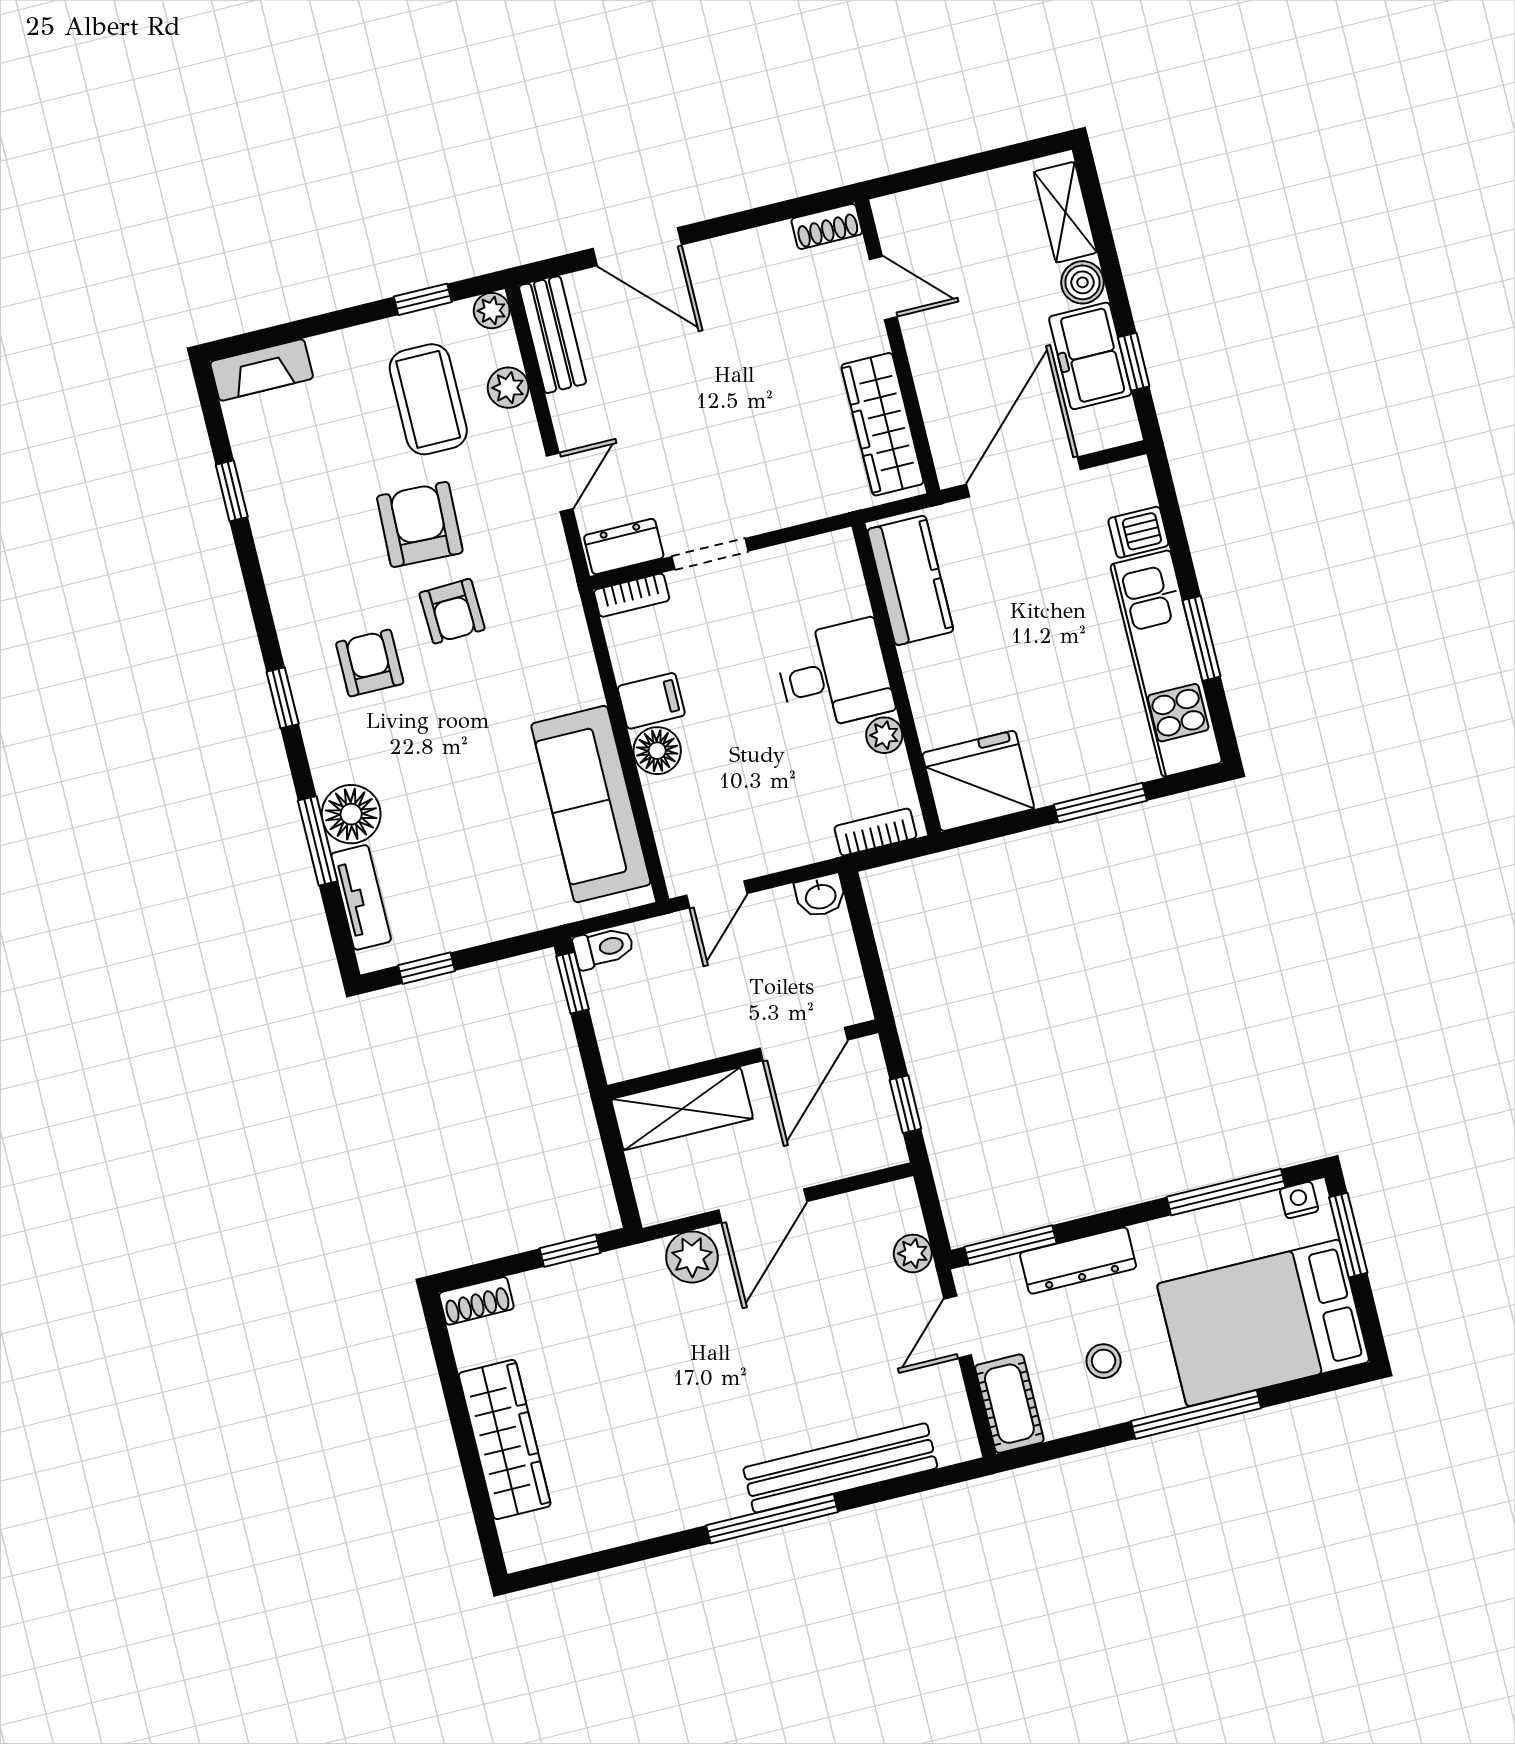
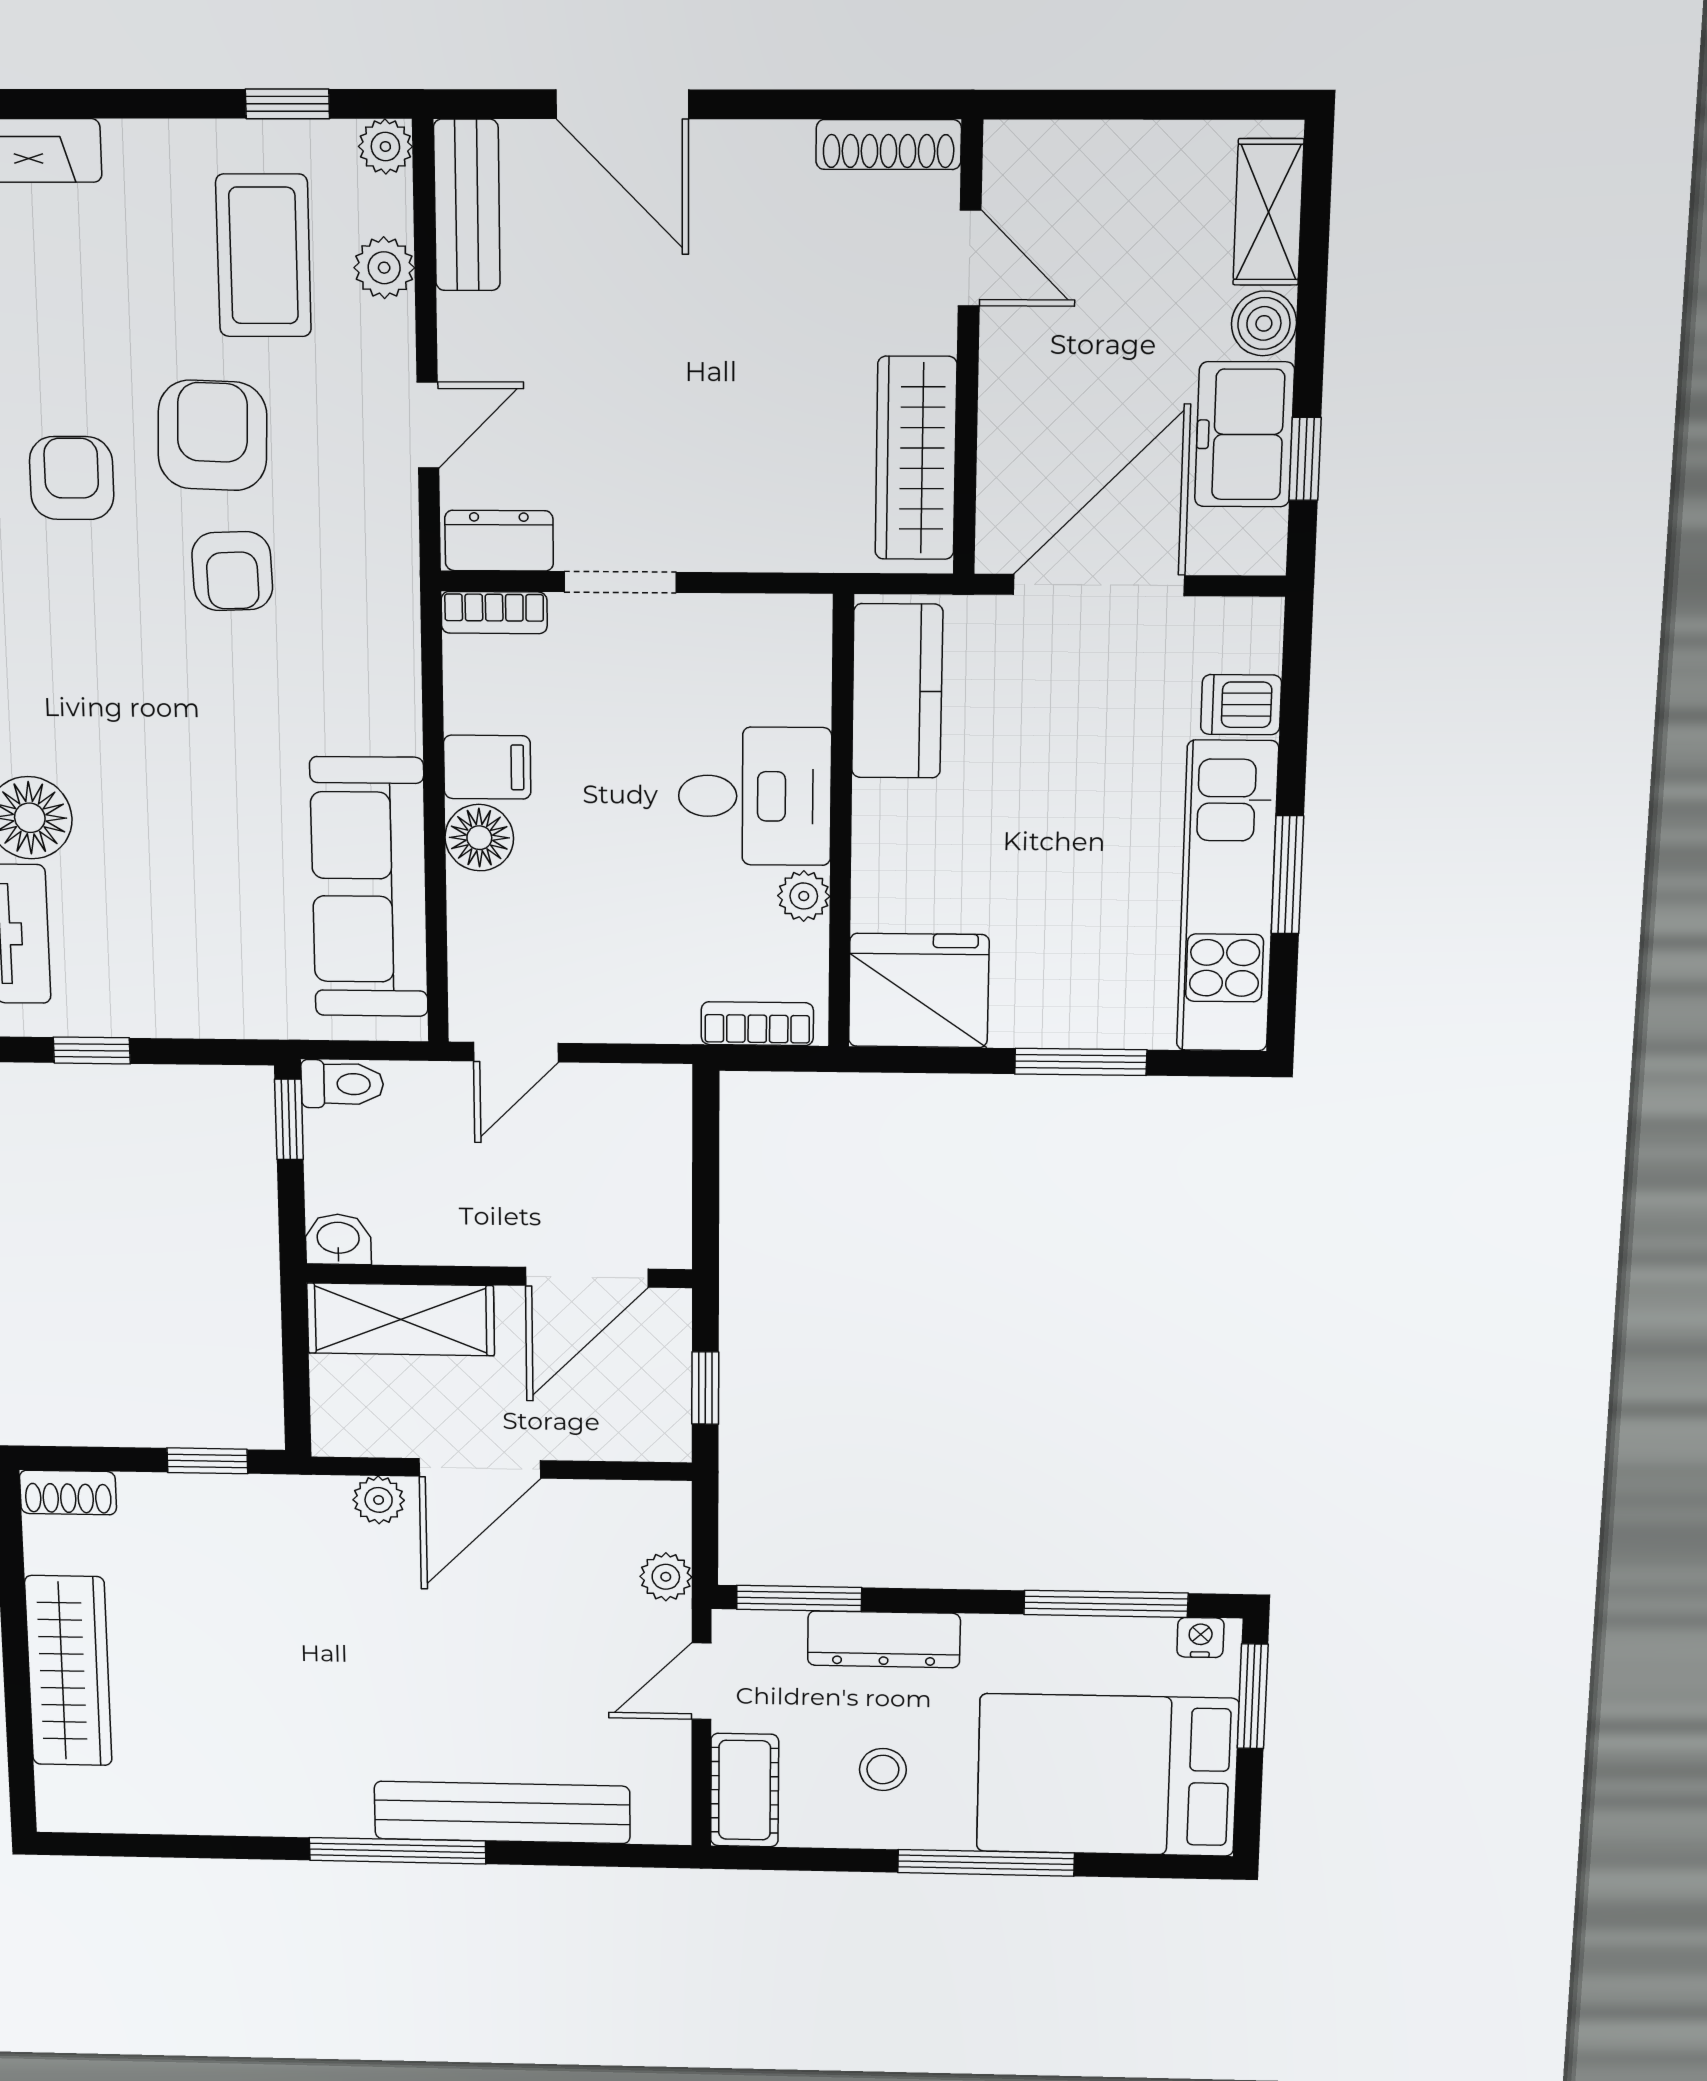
shoe rack: (827, 226) -> (889, 144), width x1.43
armchair: (370, 663) -> (72, 478), moved
washbasin: (820, 896) -> (338, 1239), moved, turned 180
plant: (692, 1257) -> (379, 1500), width x0.73, depth x0.73

